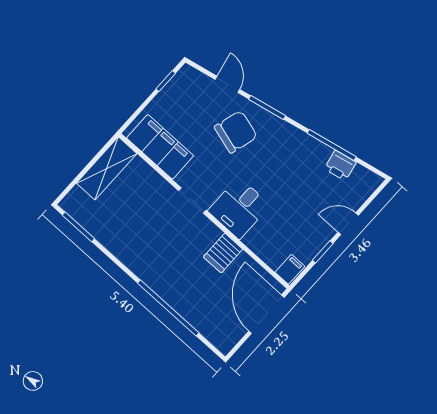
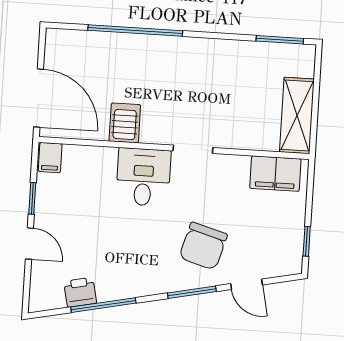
filing cabinet: (160, 147) -> (275, 174), width x0.67, depth x0.86
door: (348, 224) -> (29, 244), hinge flipped

